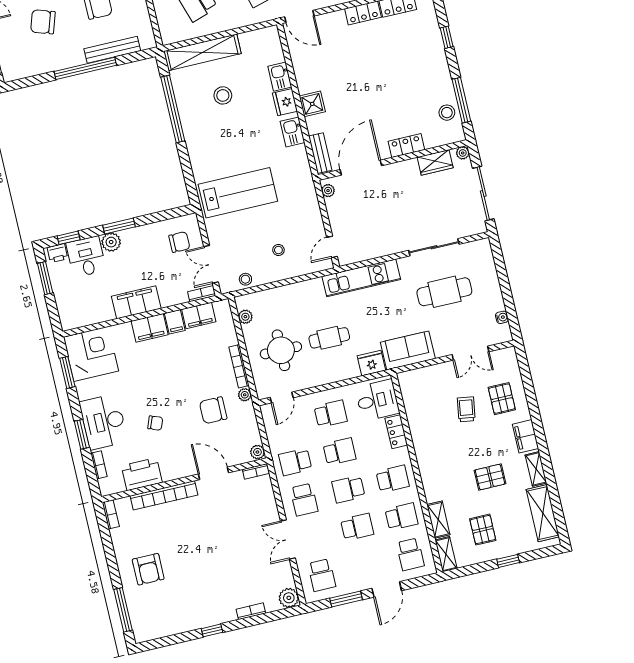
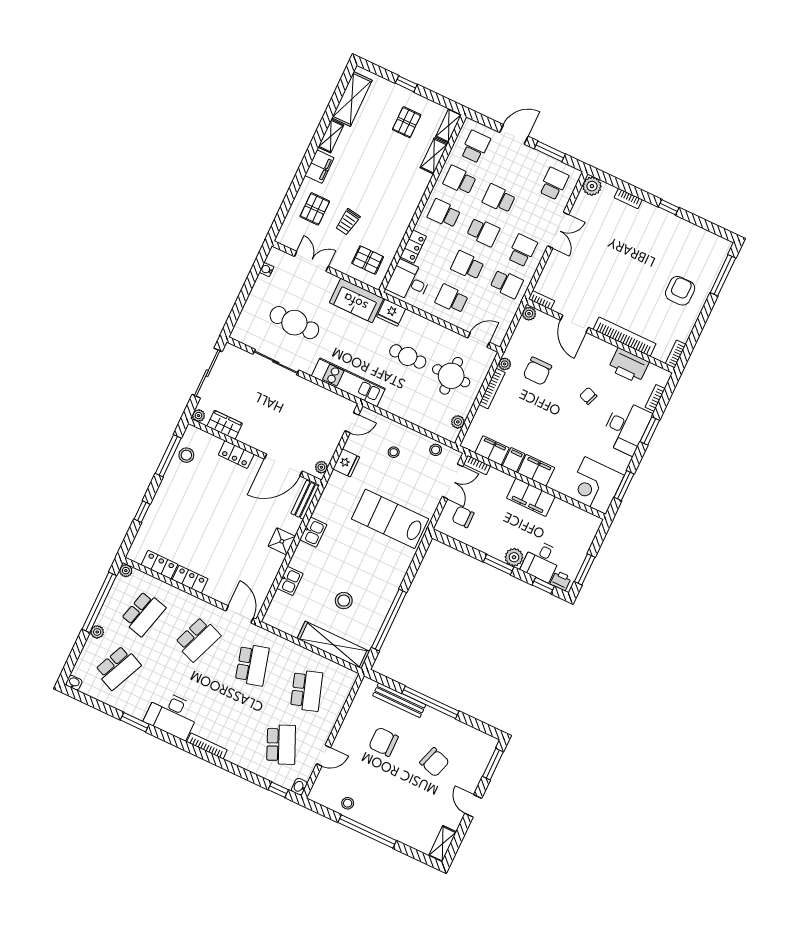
fridge: (285, 102) -> (346, 463), moved
chair: (213, 410) -> (537, 371), turned 90
pallet: (490, 477) -> (368, 260), moved

